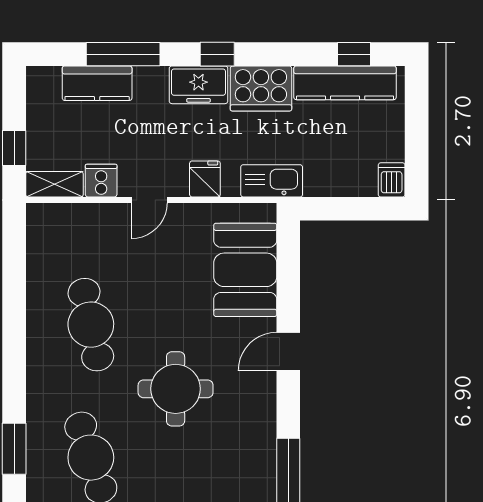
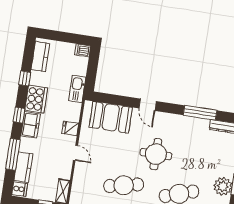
window: (354, 54) -> (25, 79), moved
kitchen counter: (345, 83) -> (40, 57), width x0.67
cooker: (101, 181) -> (20, 189), moved, turned 180
kitchen sink: (272, 181) -> (77, 89), moved

